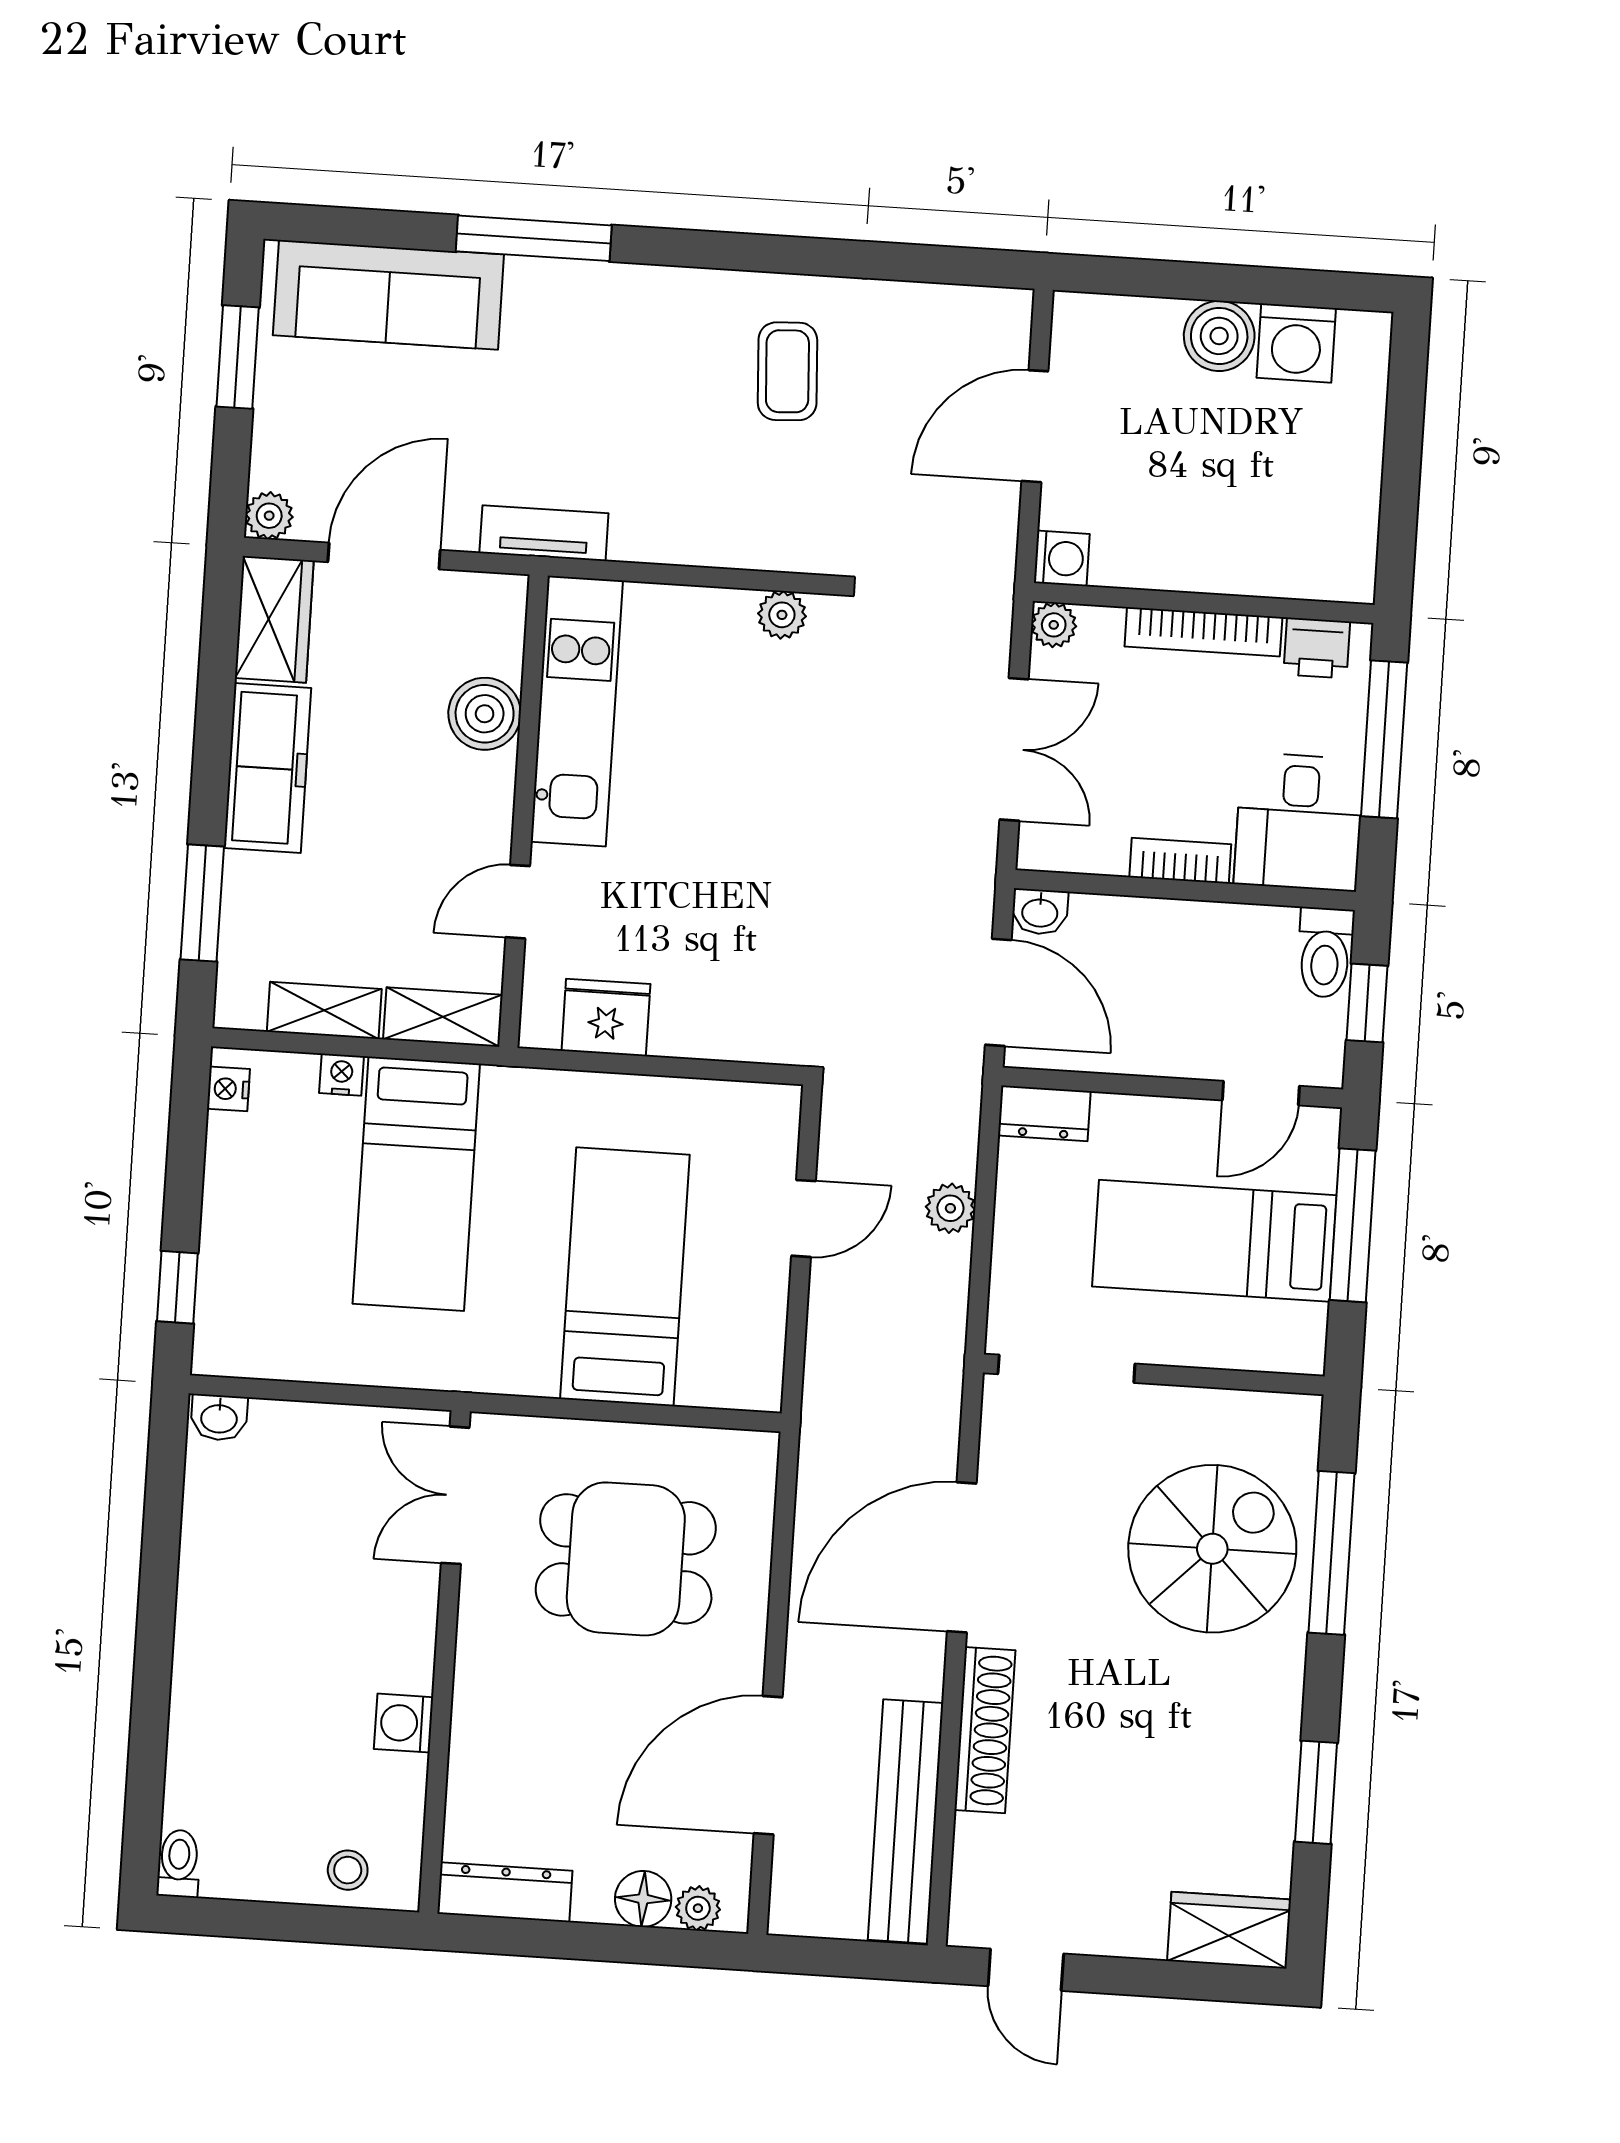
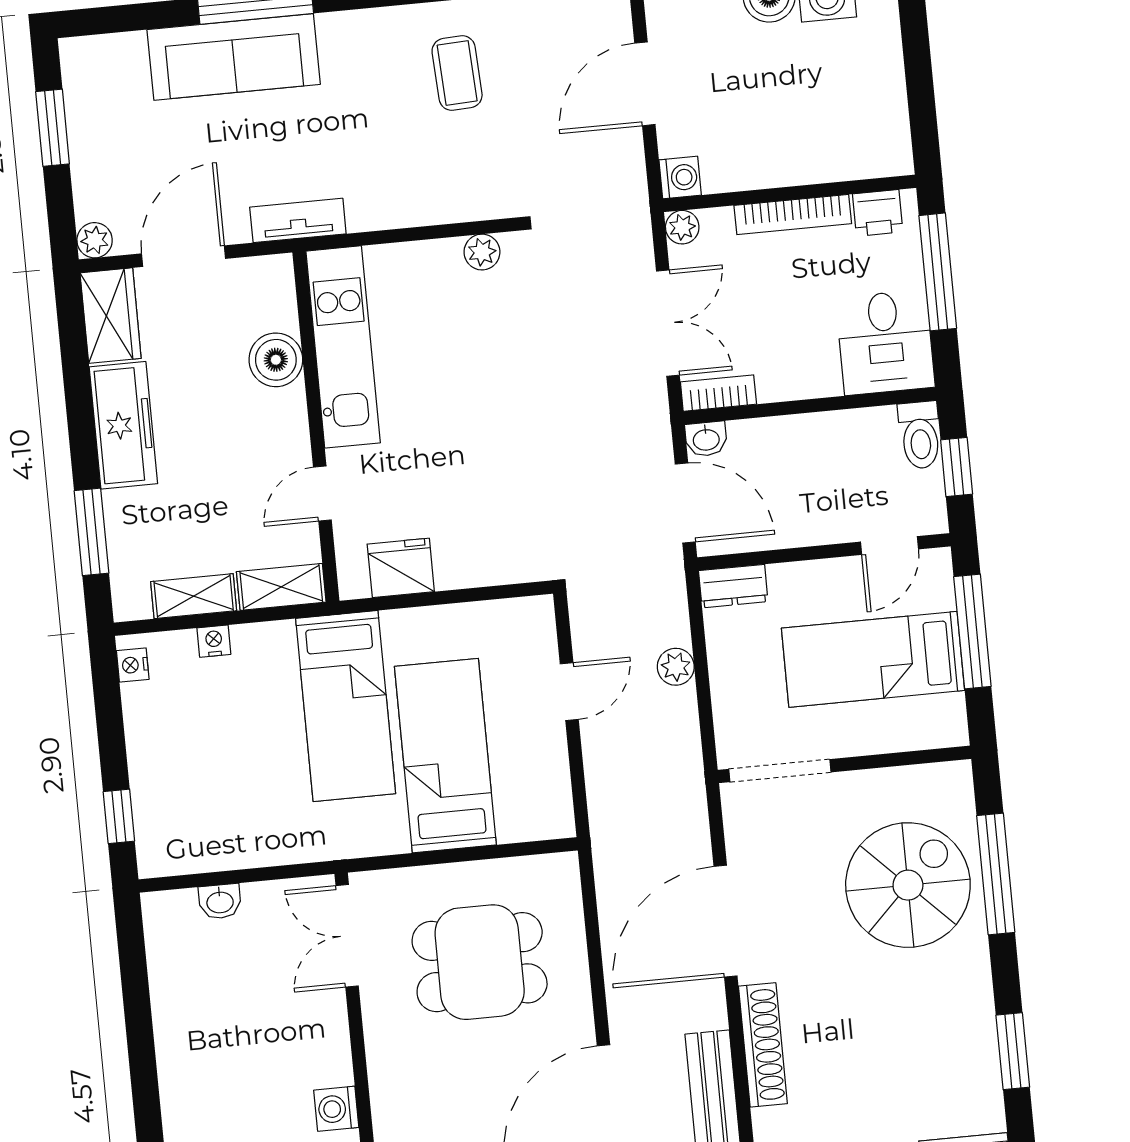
sofa: (388, 295) -> (234, 57), moved
bookcase: (1180, 861) -> (718, 393), moved
bed: (416, 1184) -> (346, 706), moved
washbasin: (219, 1418) -> (220, 901), moved

